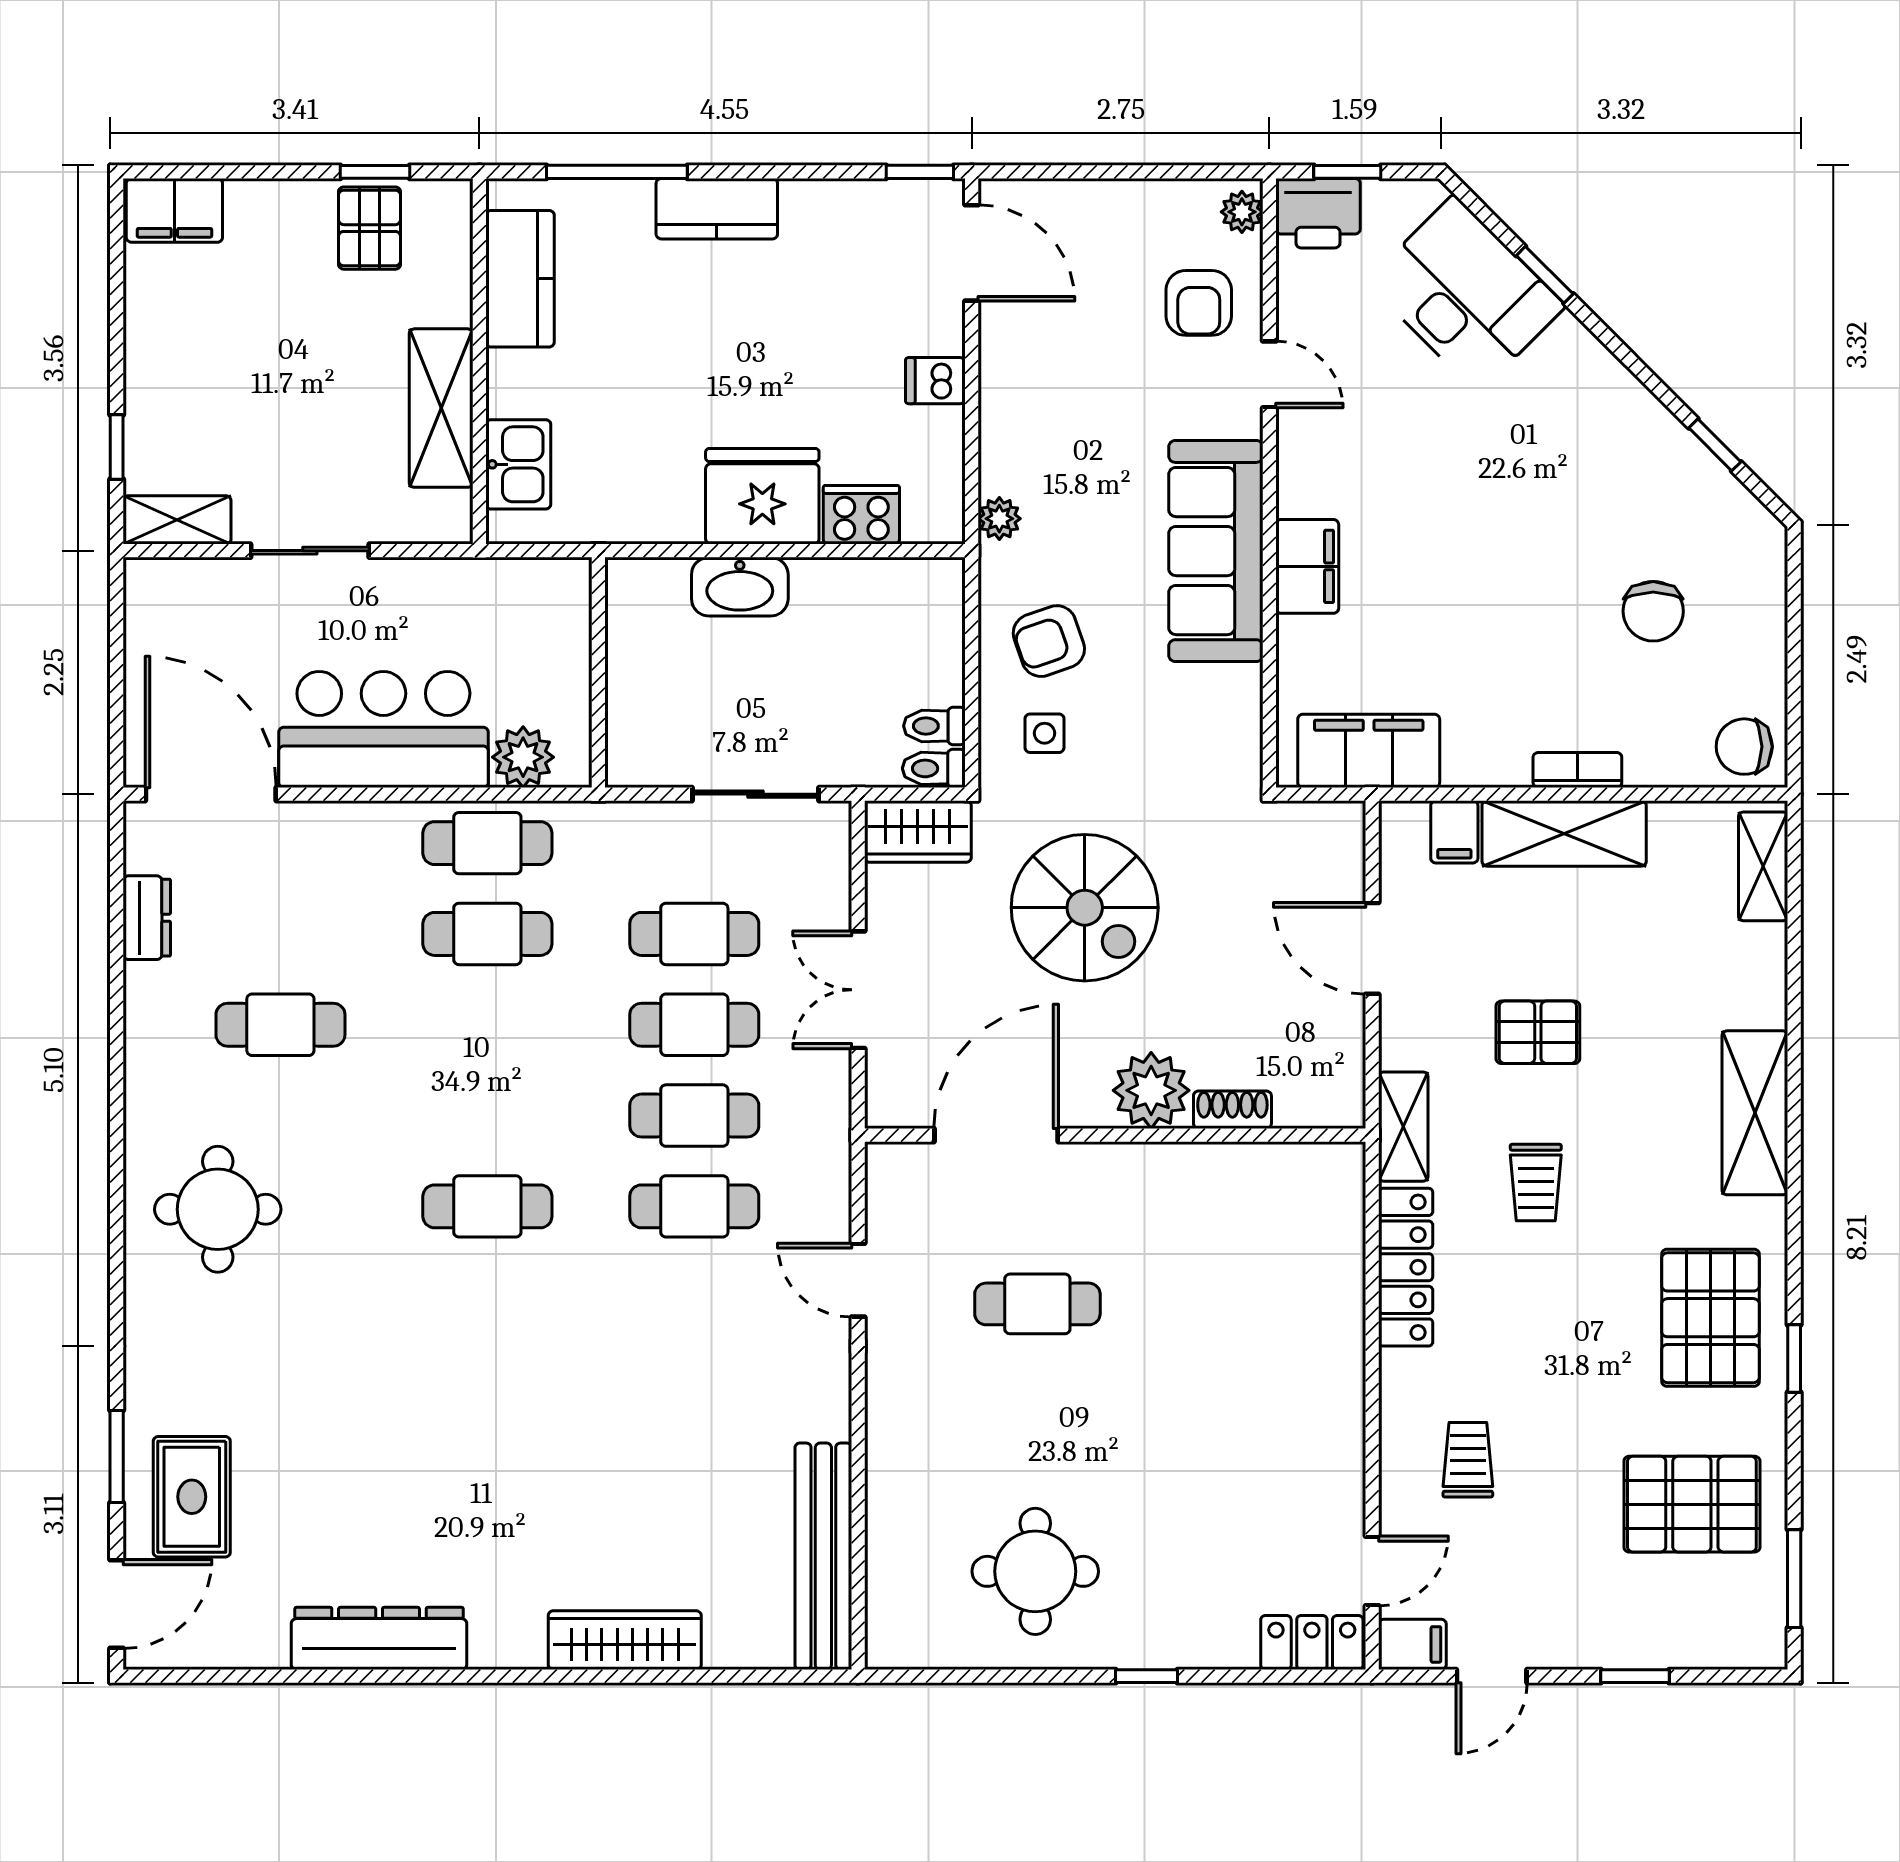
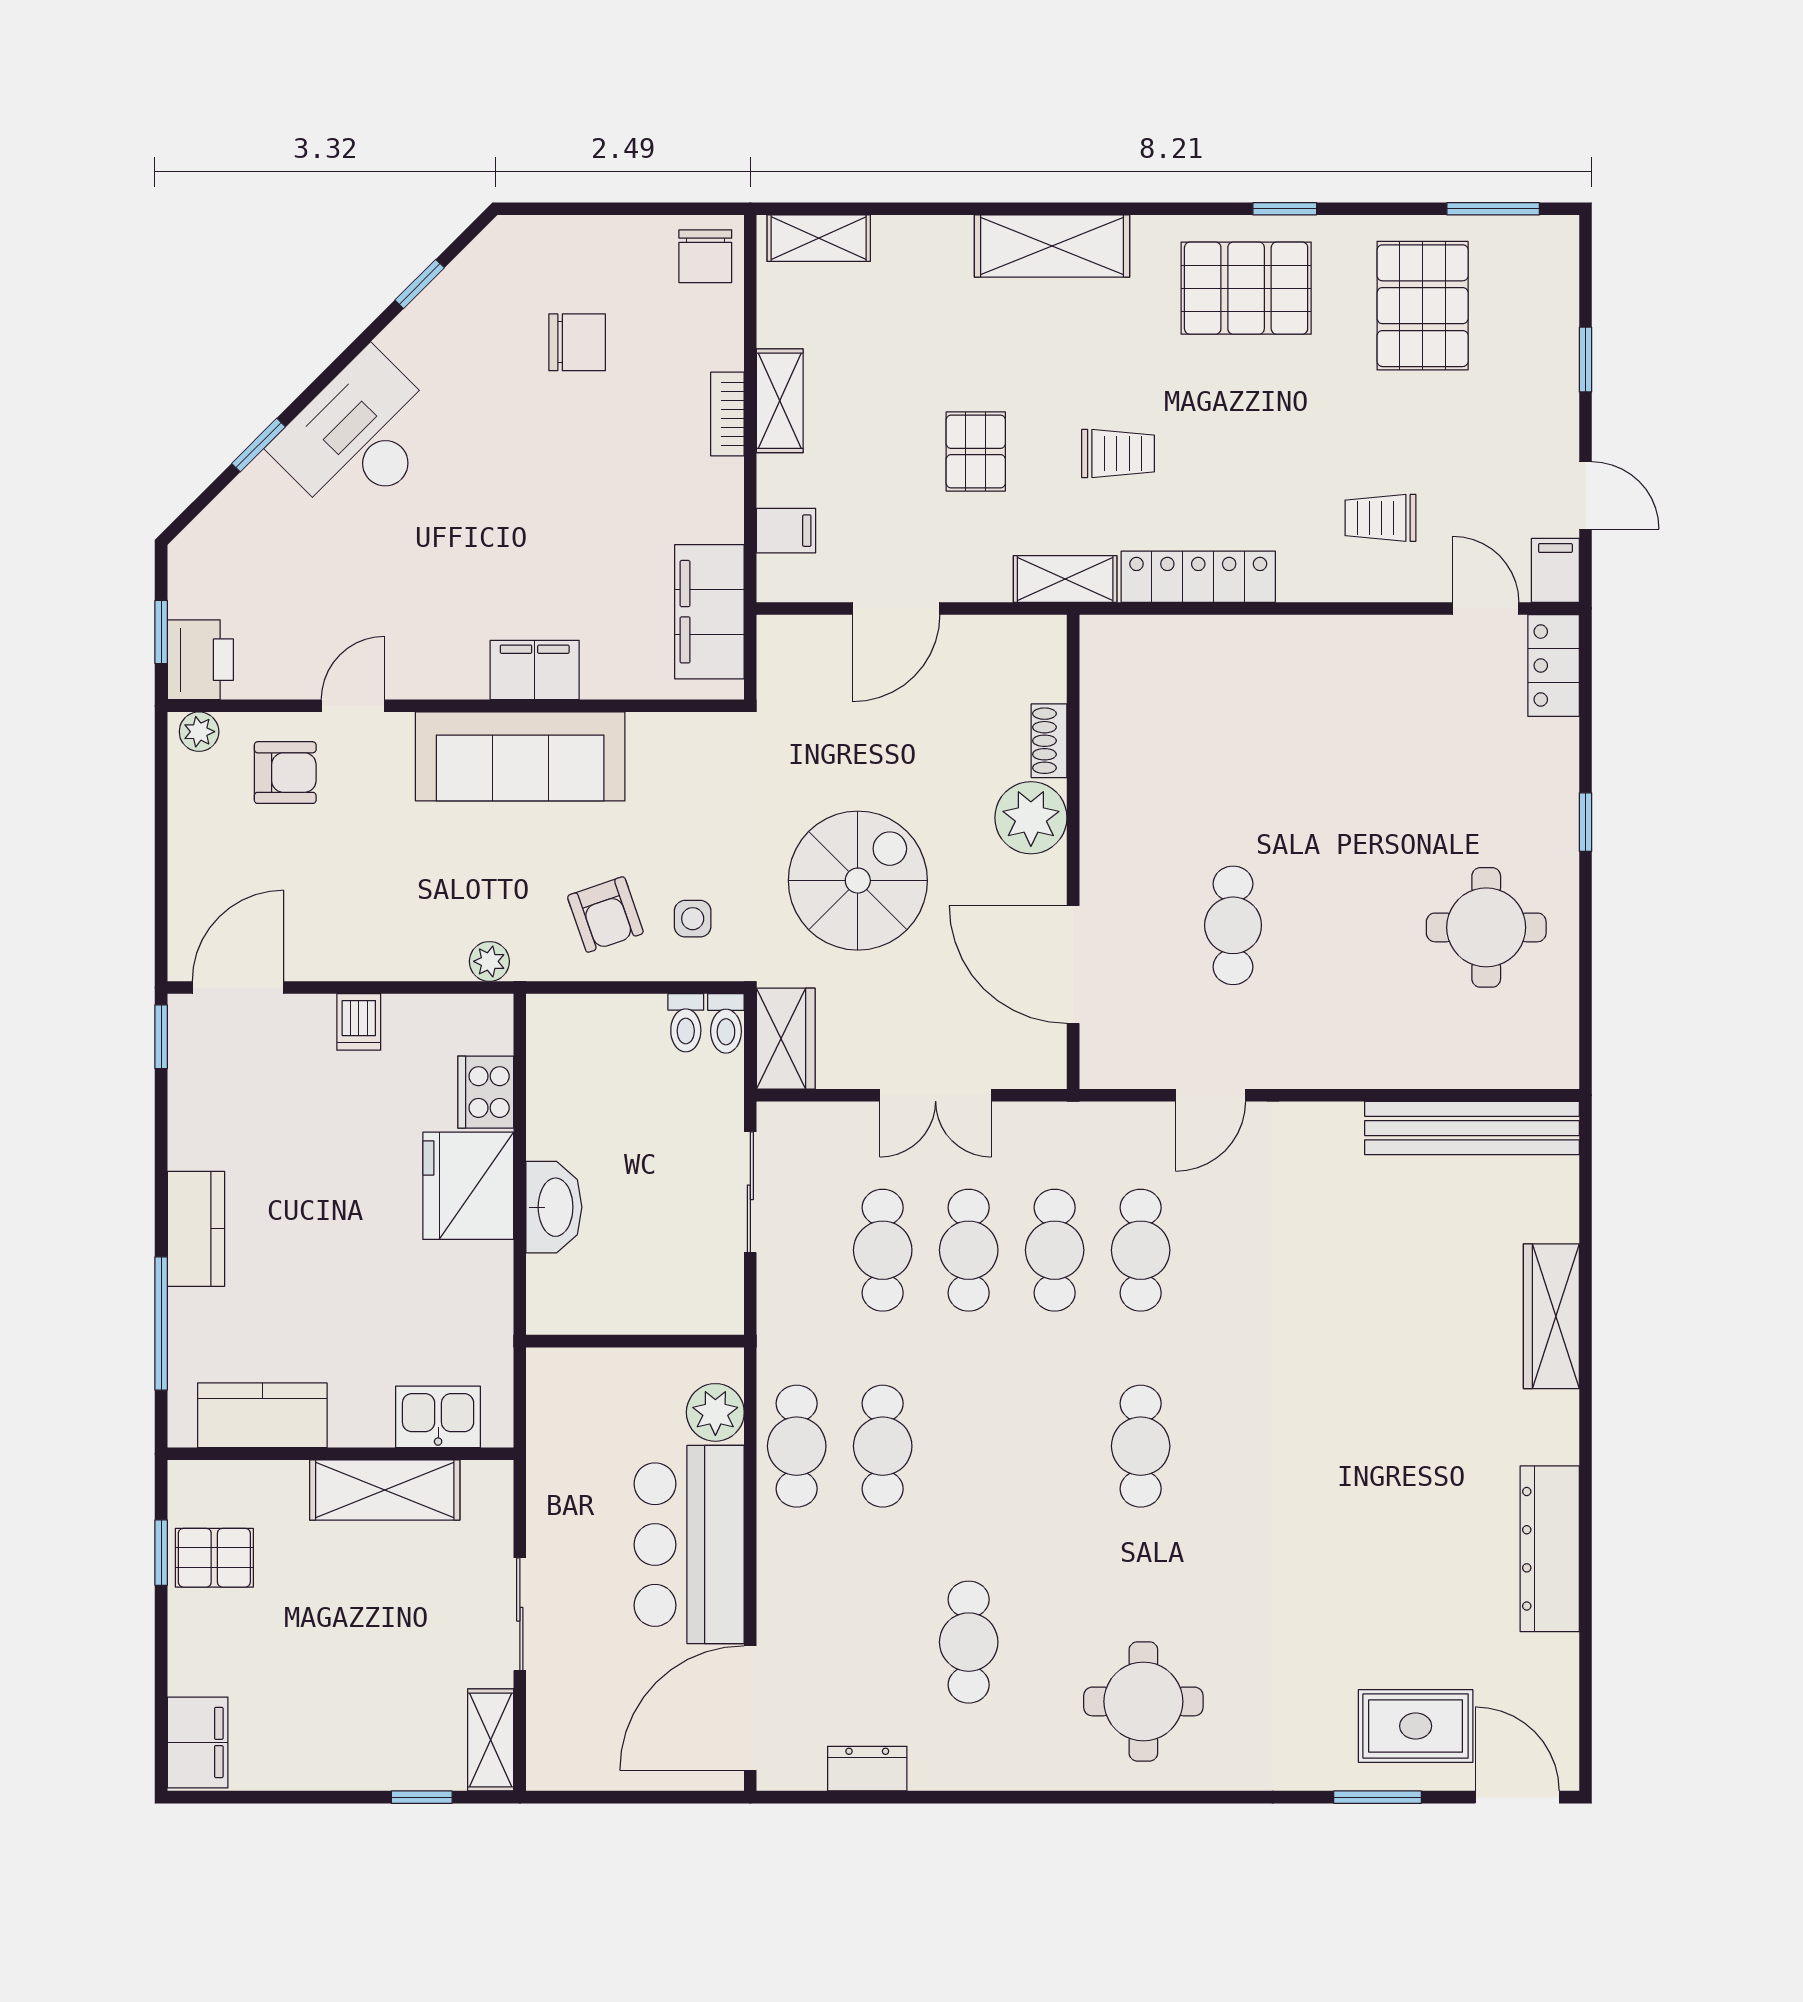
desk: (1466, 294) -> (359, 437), moved
shelving: (1564, 833) -> (780, 401), width x0.67, depth x0.75

